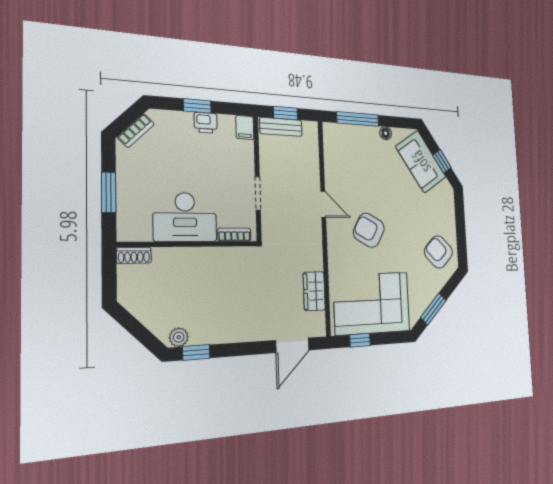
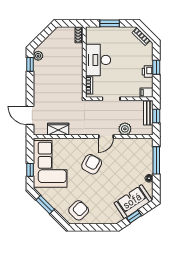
plant: (309, 170) -> (125, 129), added
window: (360, 340) -> (30, 170), moved

